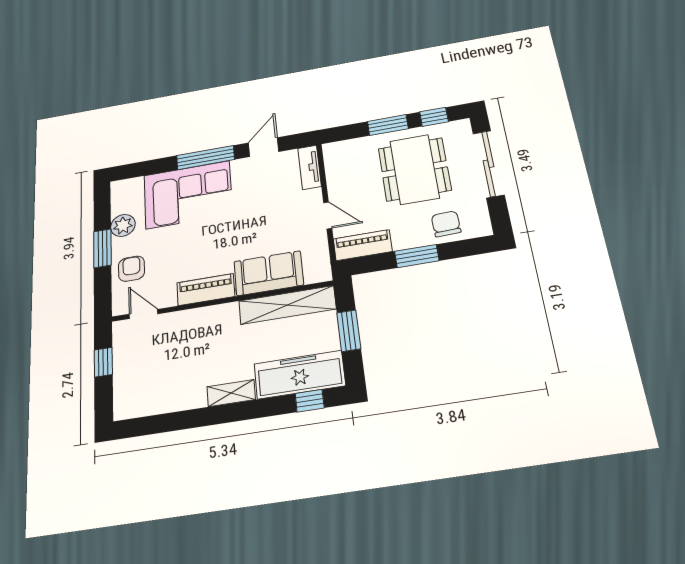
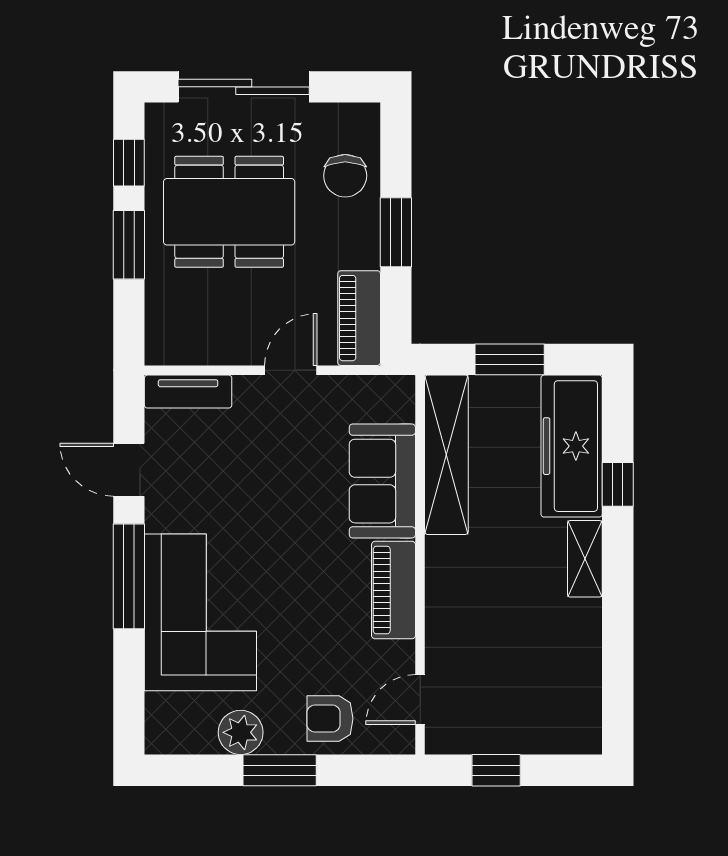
chair: (446, 224) -> (345, 176), turned -88
window: (310, 401) -> (618, 484), moved

